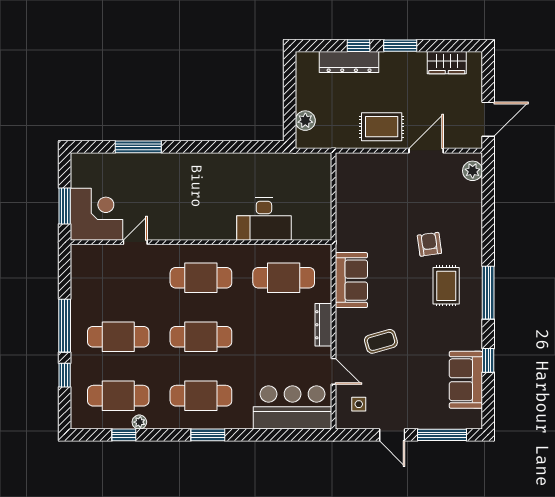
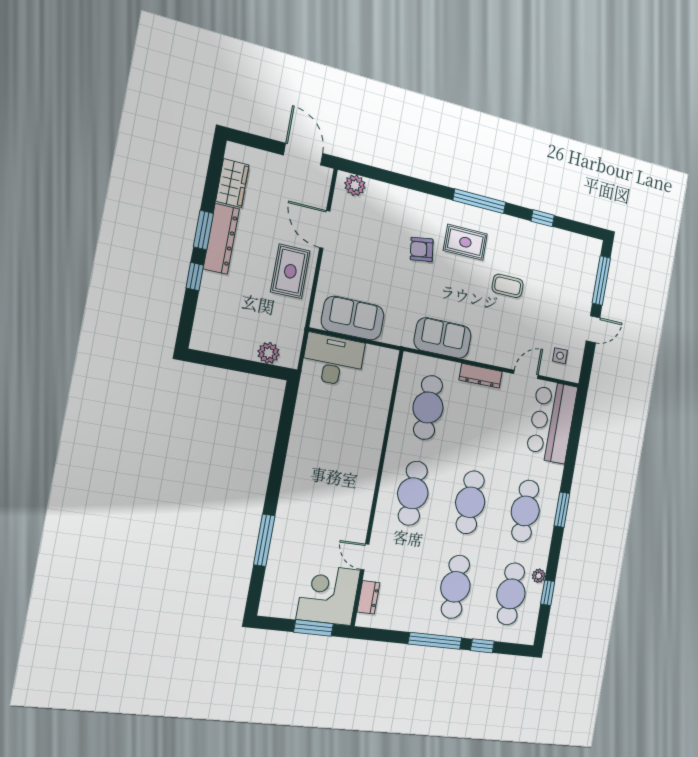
dresser: (349, 62) -> (221, 239), moved
desk: (264, 219) -> (333, 360), moved, turned -90
dresser: (98, 253) -> (368, 597), added
coffee table: (381, 341) -> (508, 286), moved, turned -74
sofa: (466, 380) -> (353, 318), moved, turned 180

